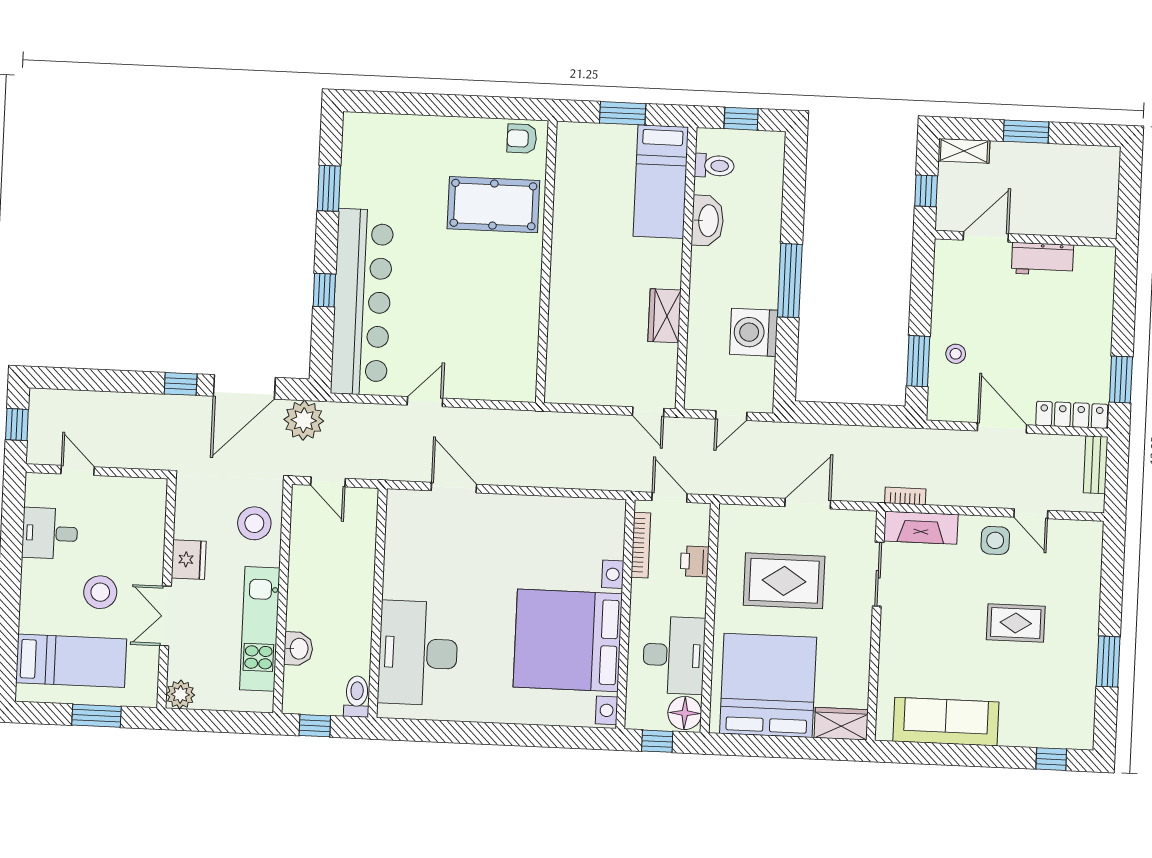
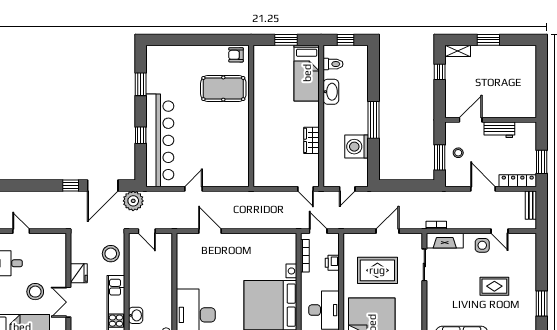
door: (986, 237) -> (471, 120), moved
wall: (1026, 239) -> (491, 120), moved
workbench: (1042, 259) -> (499, 130), moved

